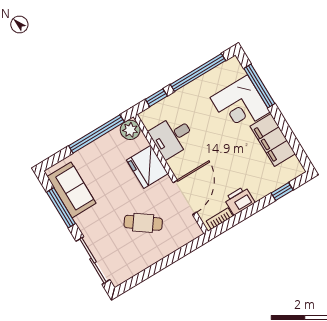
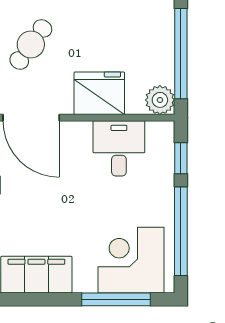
corner desk: (240, 105) -> (131, 260), moved

